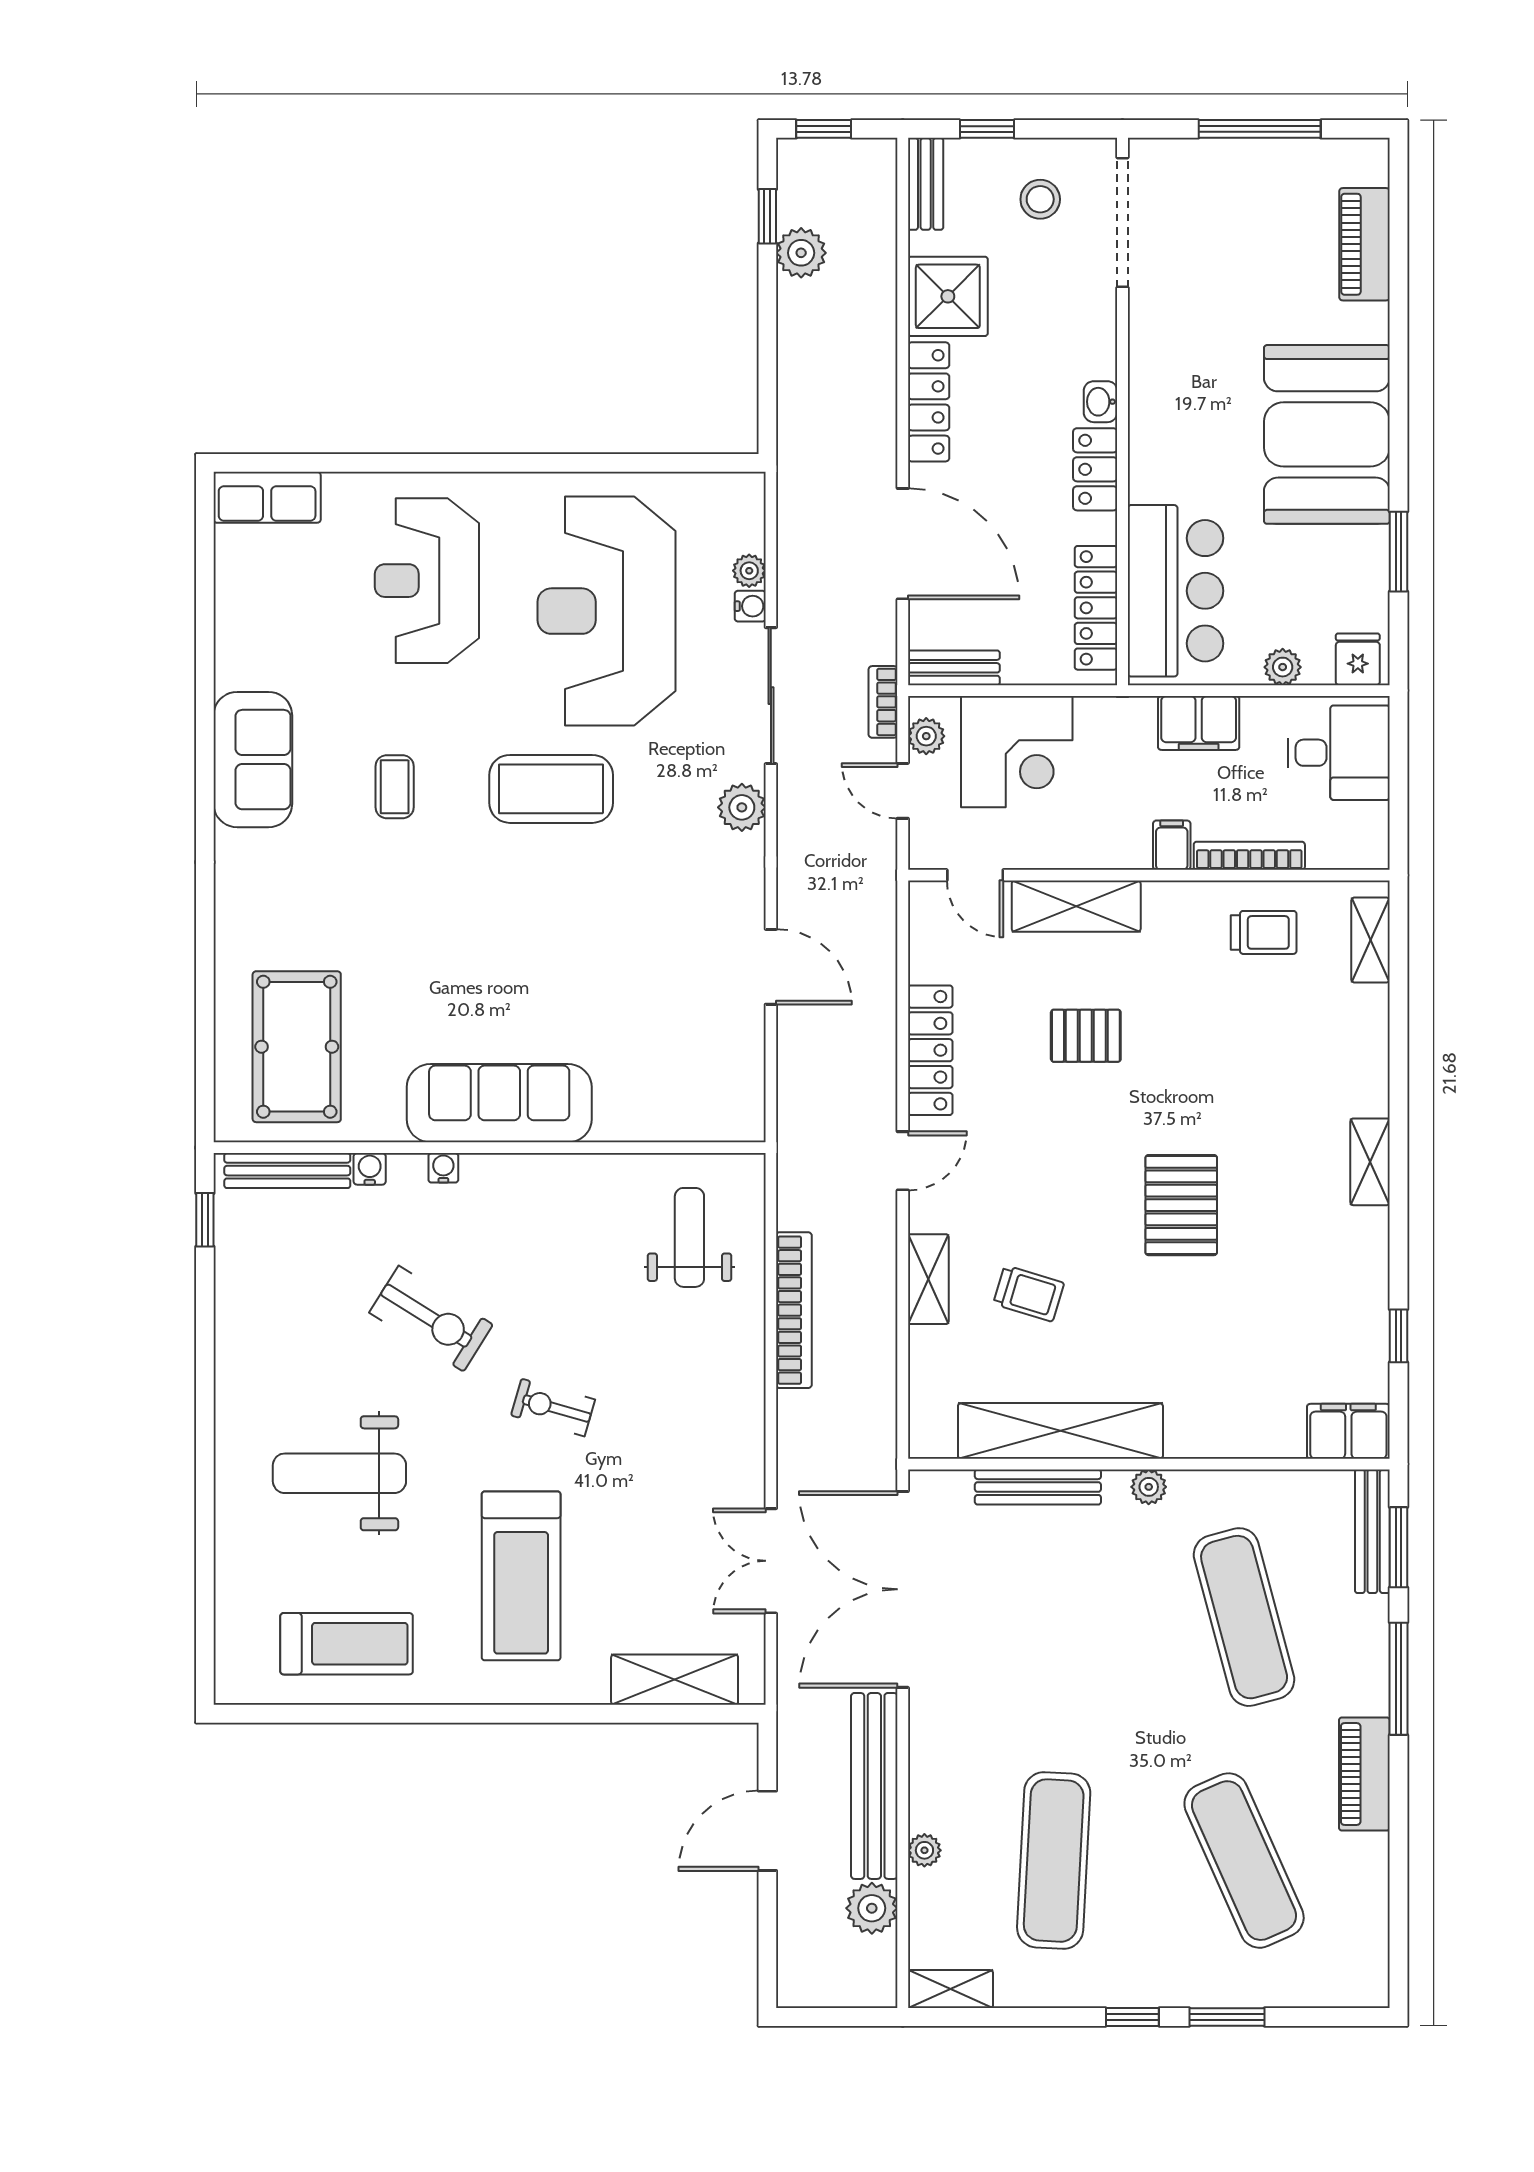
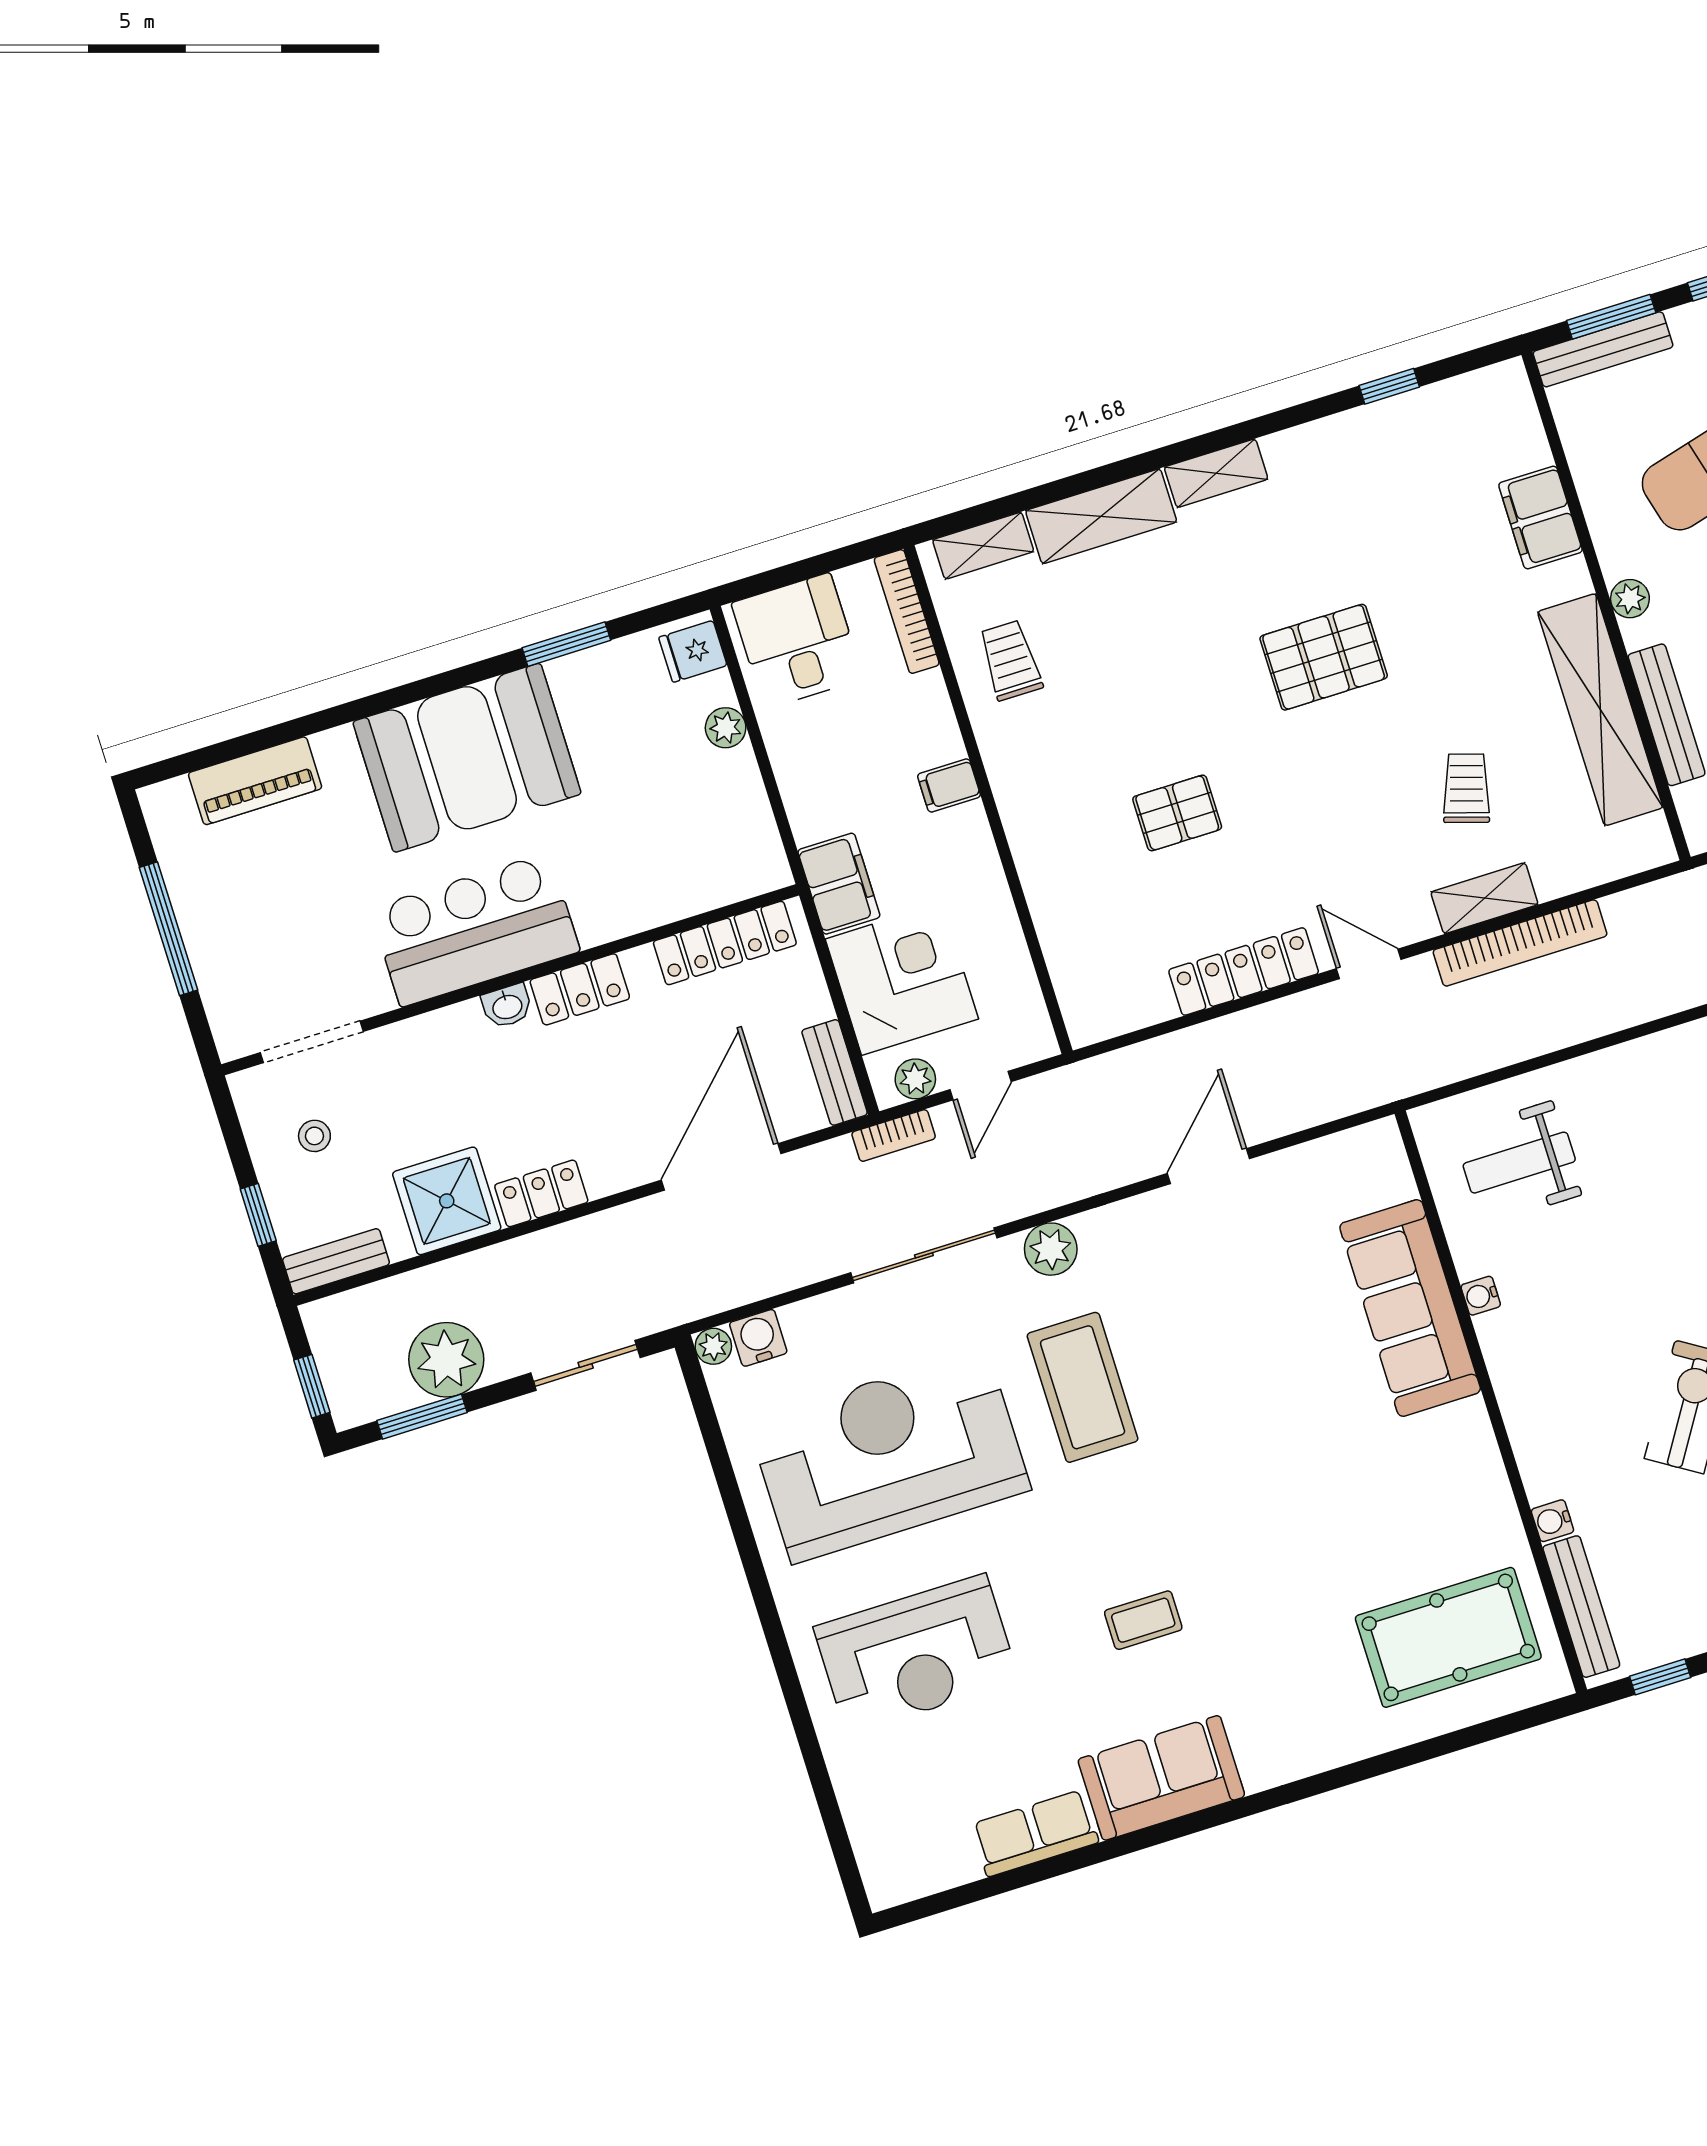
stool: (1040, 199) -> (314, 1136), width x0.73, depth x0.73
window: (767, 216) -> (422, 1417), width x1.50
doorway: (1122, 223) -> (312, 1042), width x0.73
plant: (801, 253) -> (446, 1360), width x1.36, depth x1.36
sliding door: (767, 372) -> (586, 1365), added
locker: (929, 402) -> (541, 1193), width x0.66
row of seats: (267, 497) -> (1035, 1833), moved, turned -90
plant: (749, 571) -> (713, 1346), moved
bar counter: (1175, 591) -> (475, 930), moved
water cooler: (750, 606) -> (758, 1338), moved, width x1.38, depth x1.38
reception desk: (607, 611) -> (889, 1456), turned 180
filing cabinet: (1199, 723) -> (839, 884), moved
coffee table: (551, 789) -> (1083, 1387), moved
bookcase: (1249, 856) -> (907, 611), moved
door: (975, 875) -> (1045, 982), removed
shelving: (1076, 906) -> (1101, 516), moved, turned 90
pallet: (1086, 1036) -> (1177, 813), turned 90
sofa: (499, 1103) -> (1410, 1308), moved
water cooler: (443, 1168) -> (1481, 1296), moved
bookcase: (794, 1310) -> (1520, 943), moved, turned 180
filing cabinet: (1348, 1431) -> (1540, 518), moved

